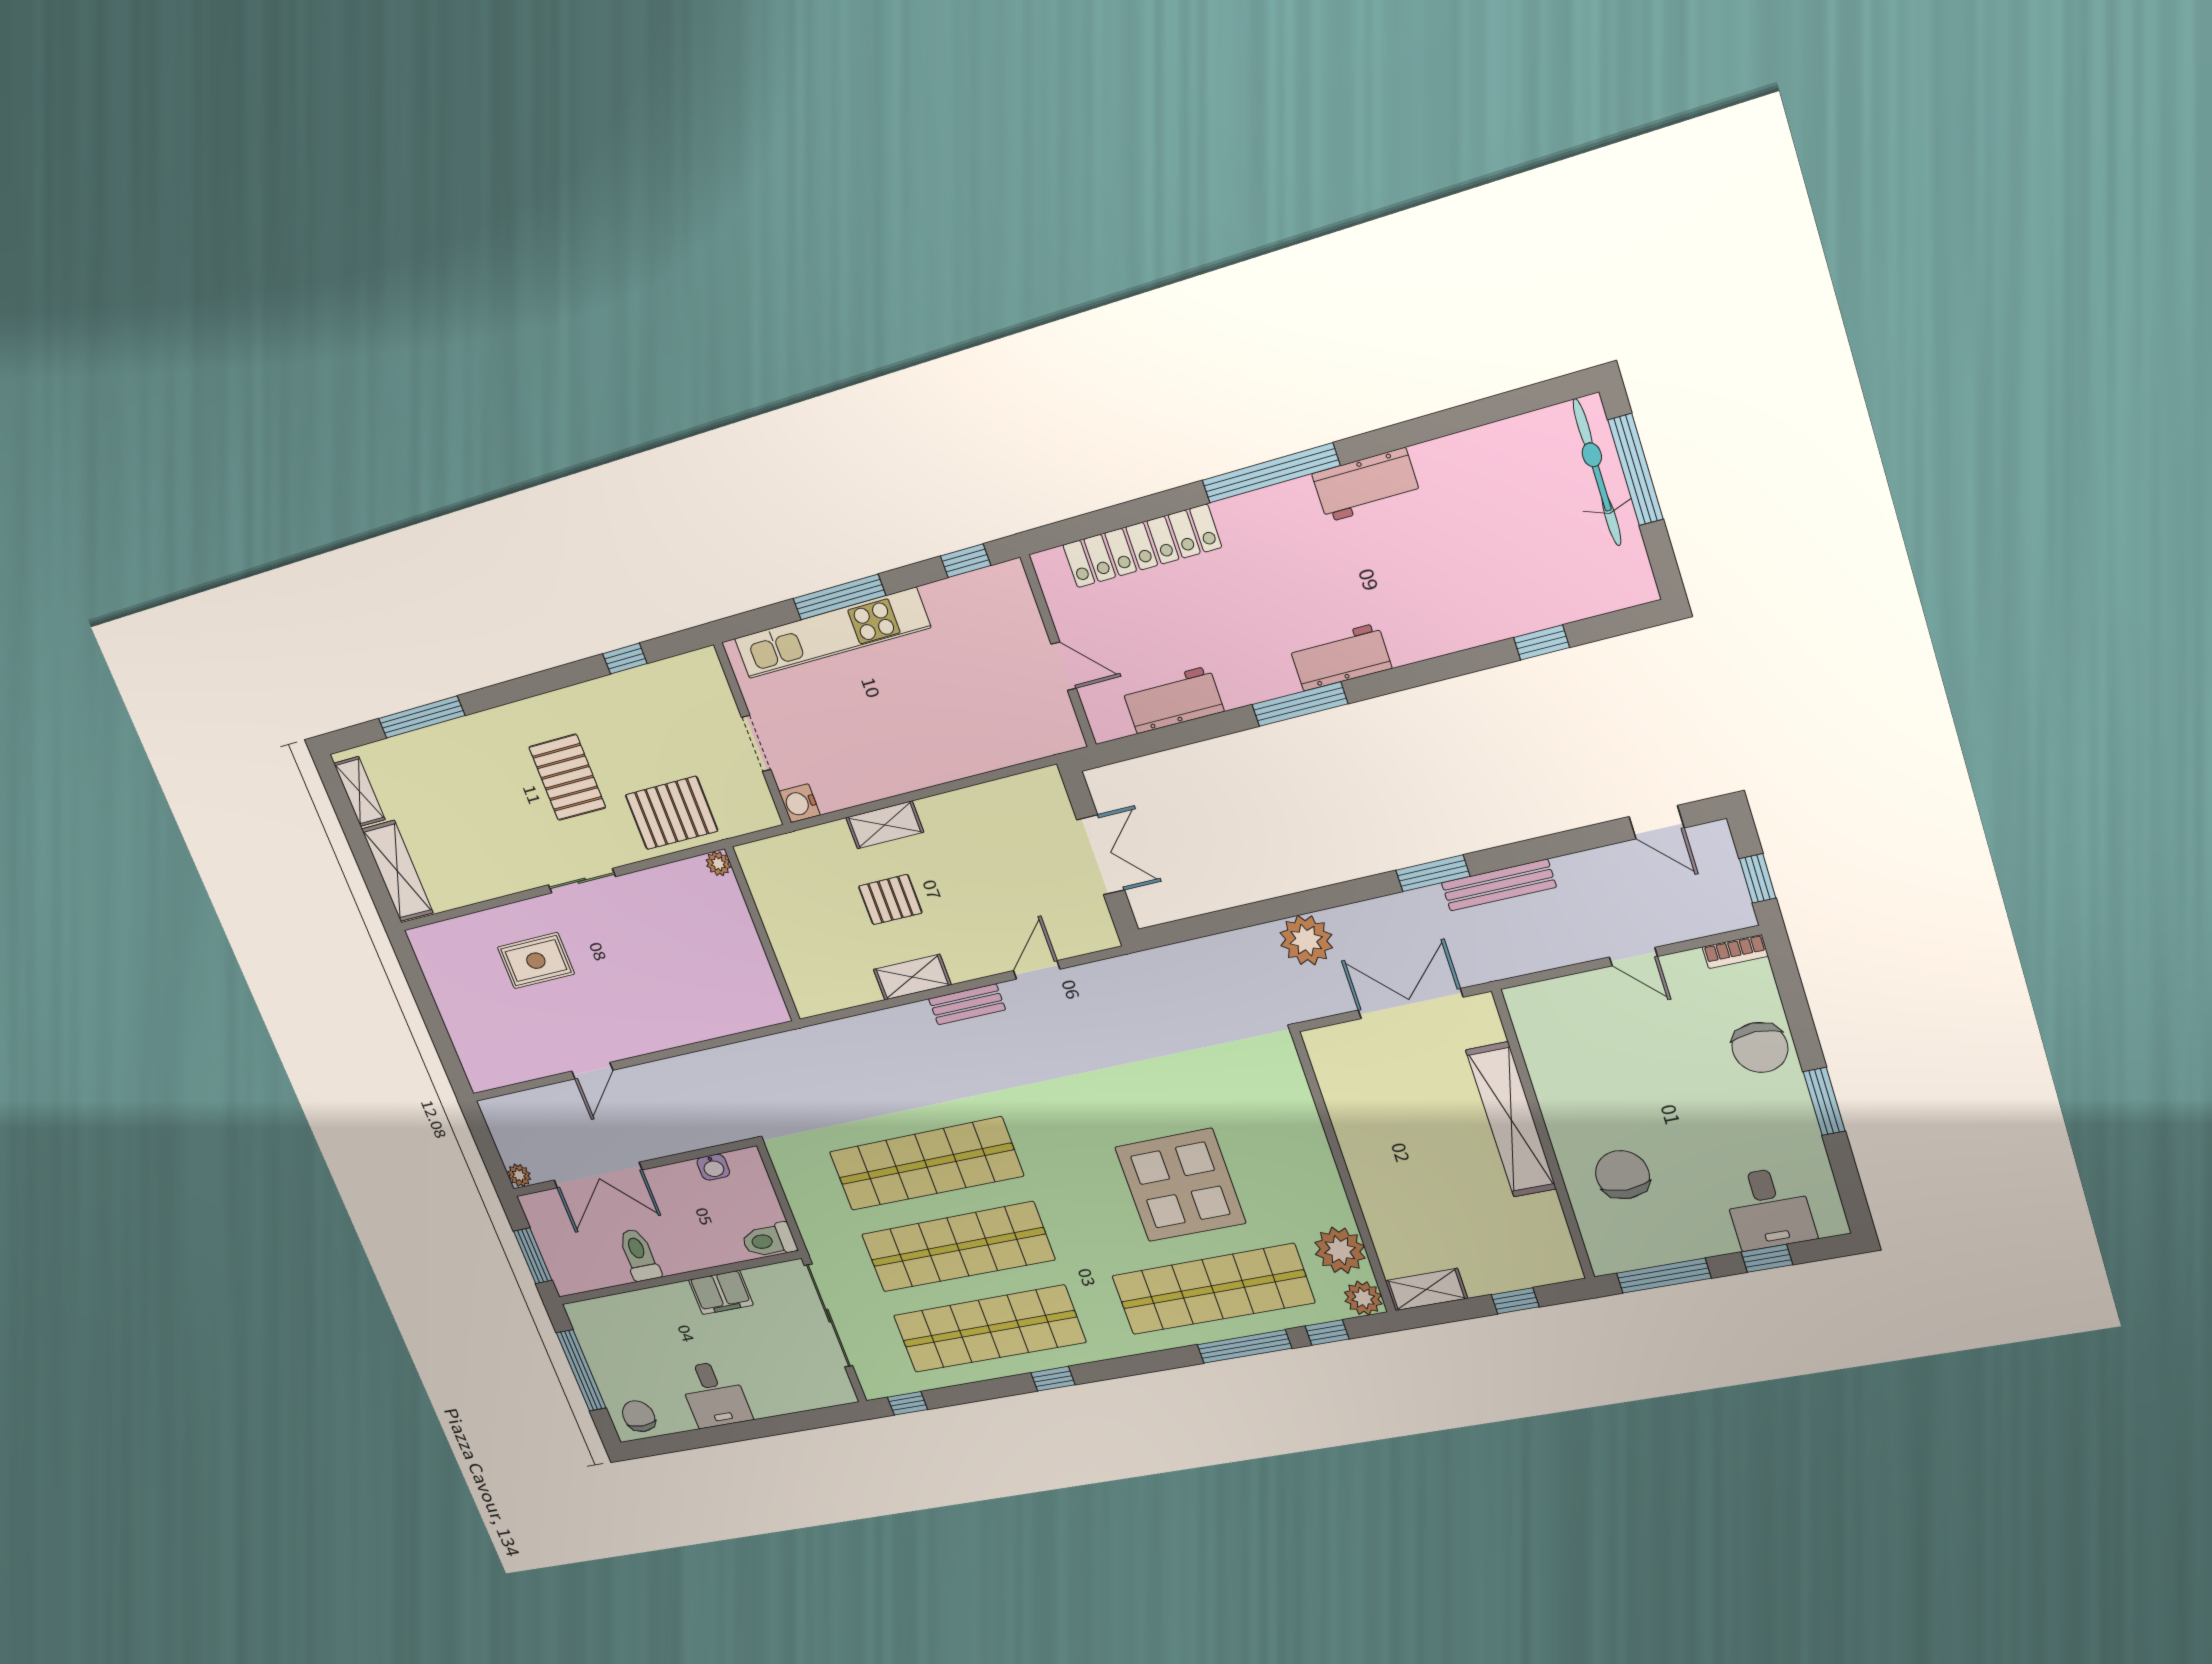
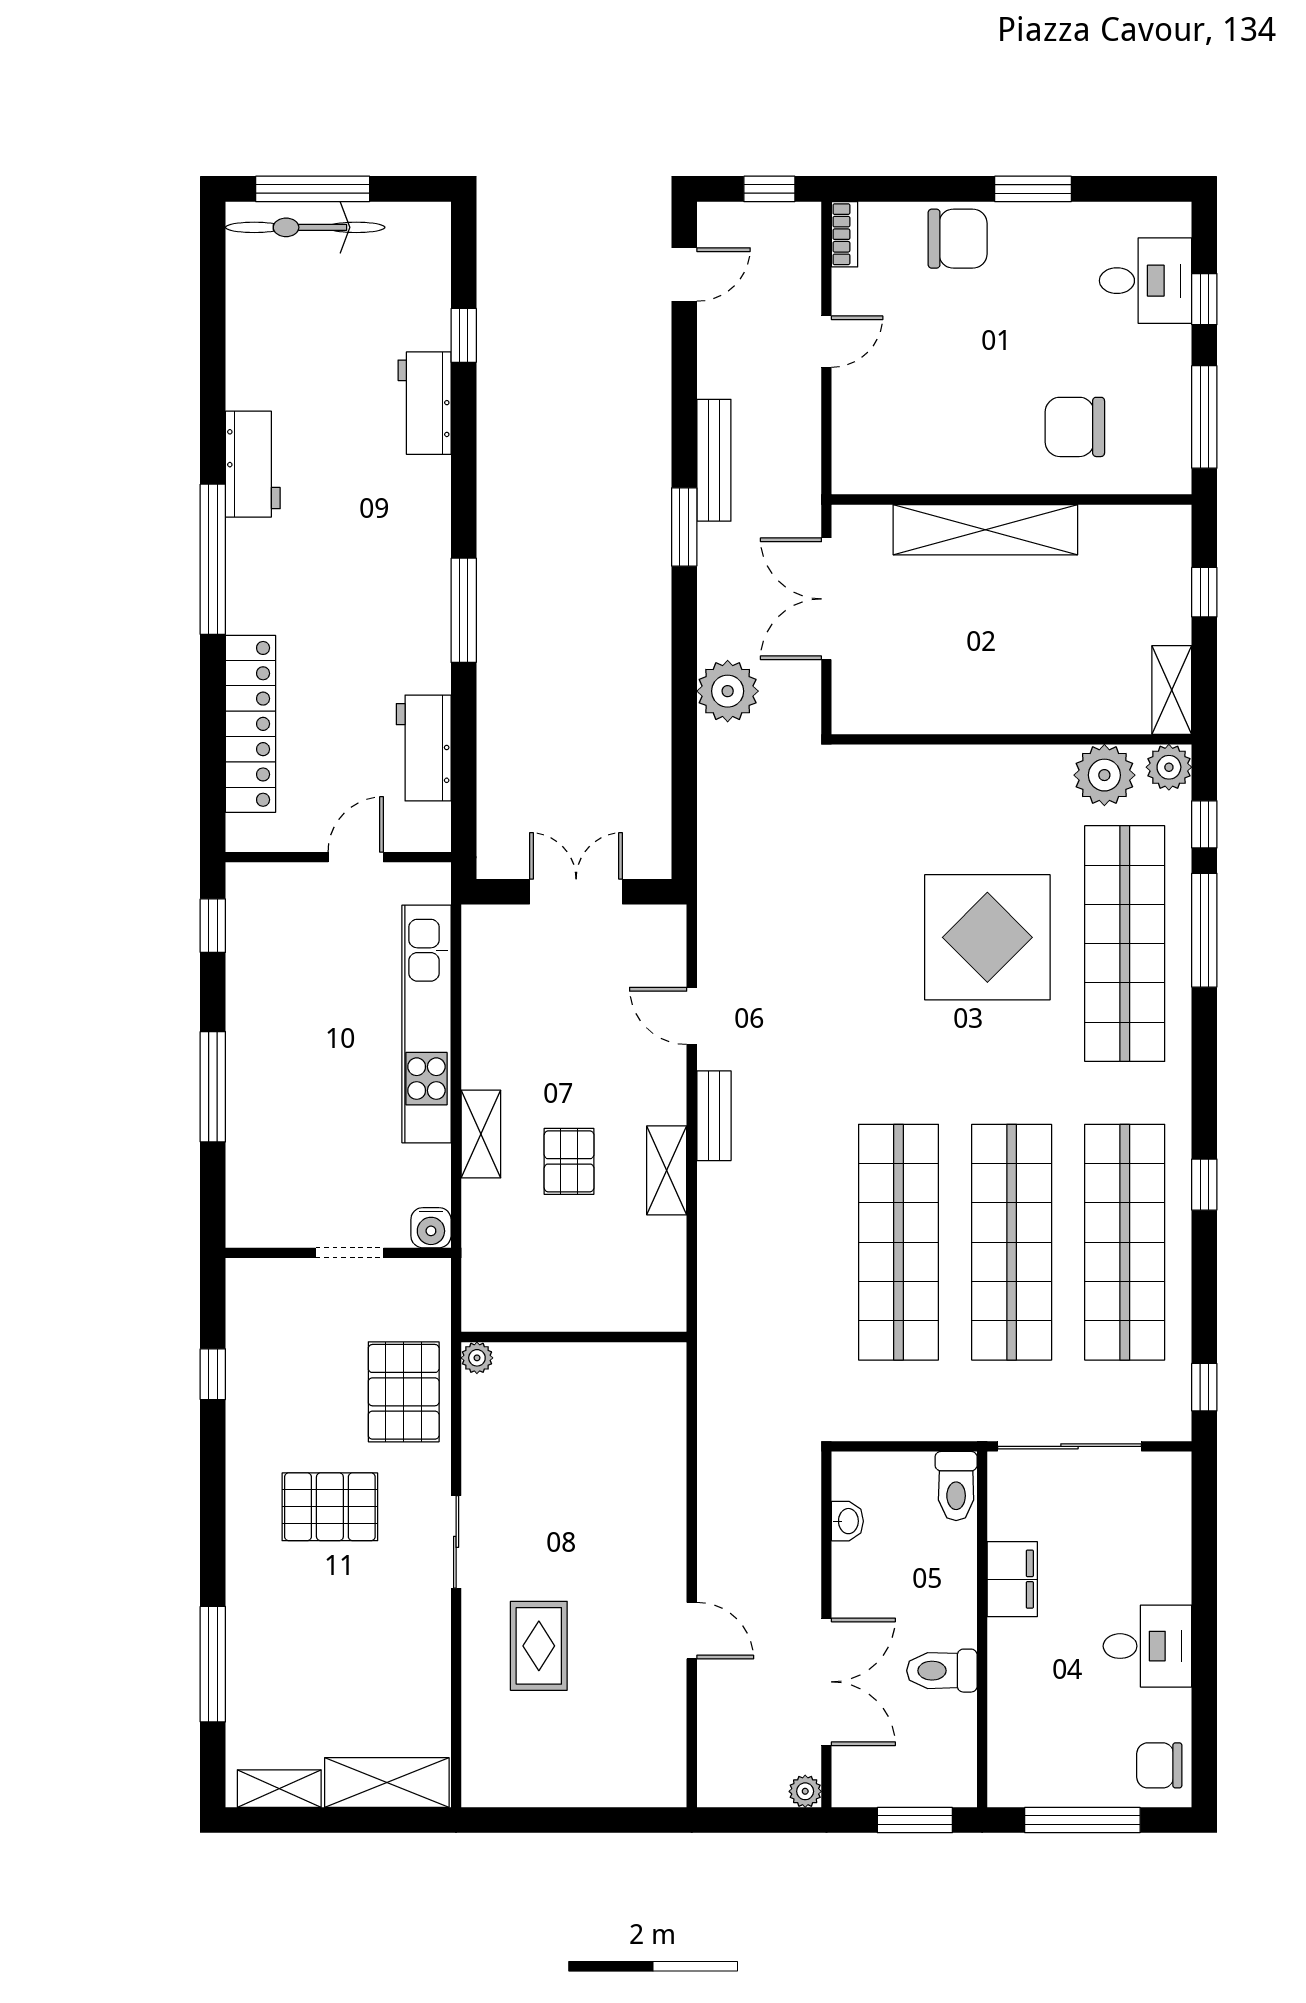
kitchen unit: (832, 633) -> (426, 1024), moved, turned 180
workbench: (1340, 657) -> (425, 403), moved

